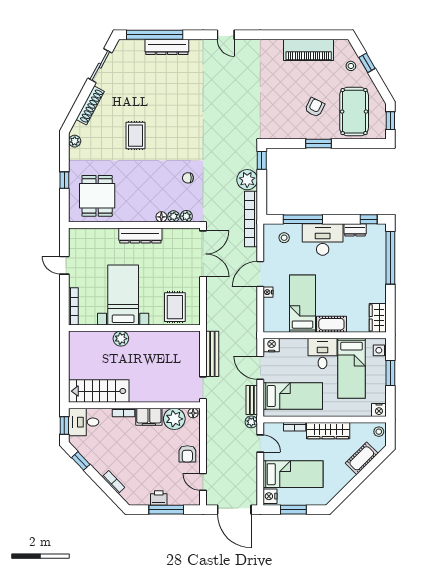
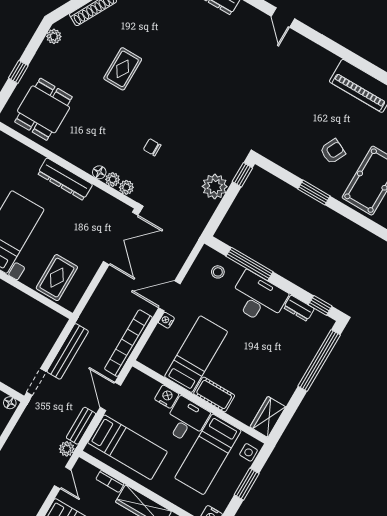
bookcase: (251, 219) -> (128, 343), moved
nightstand: (272, 345) -> (167, 397), moved

